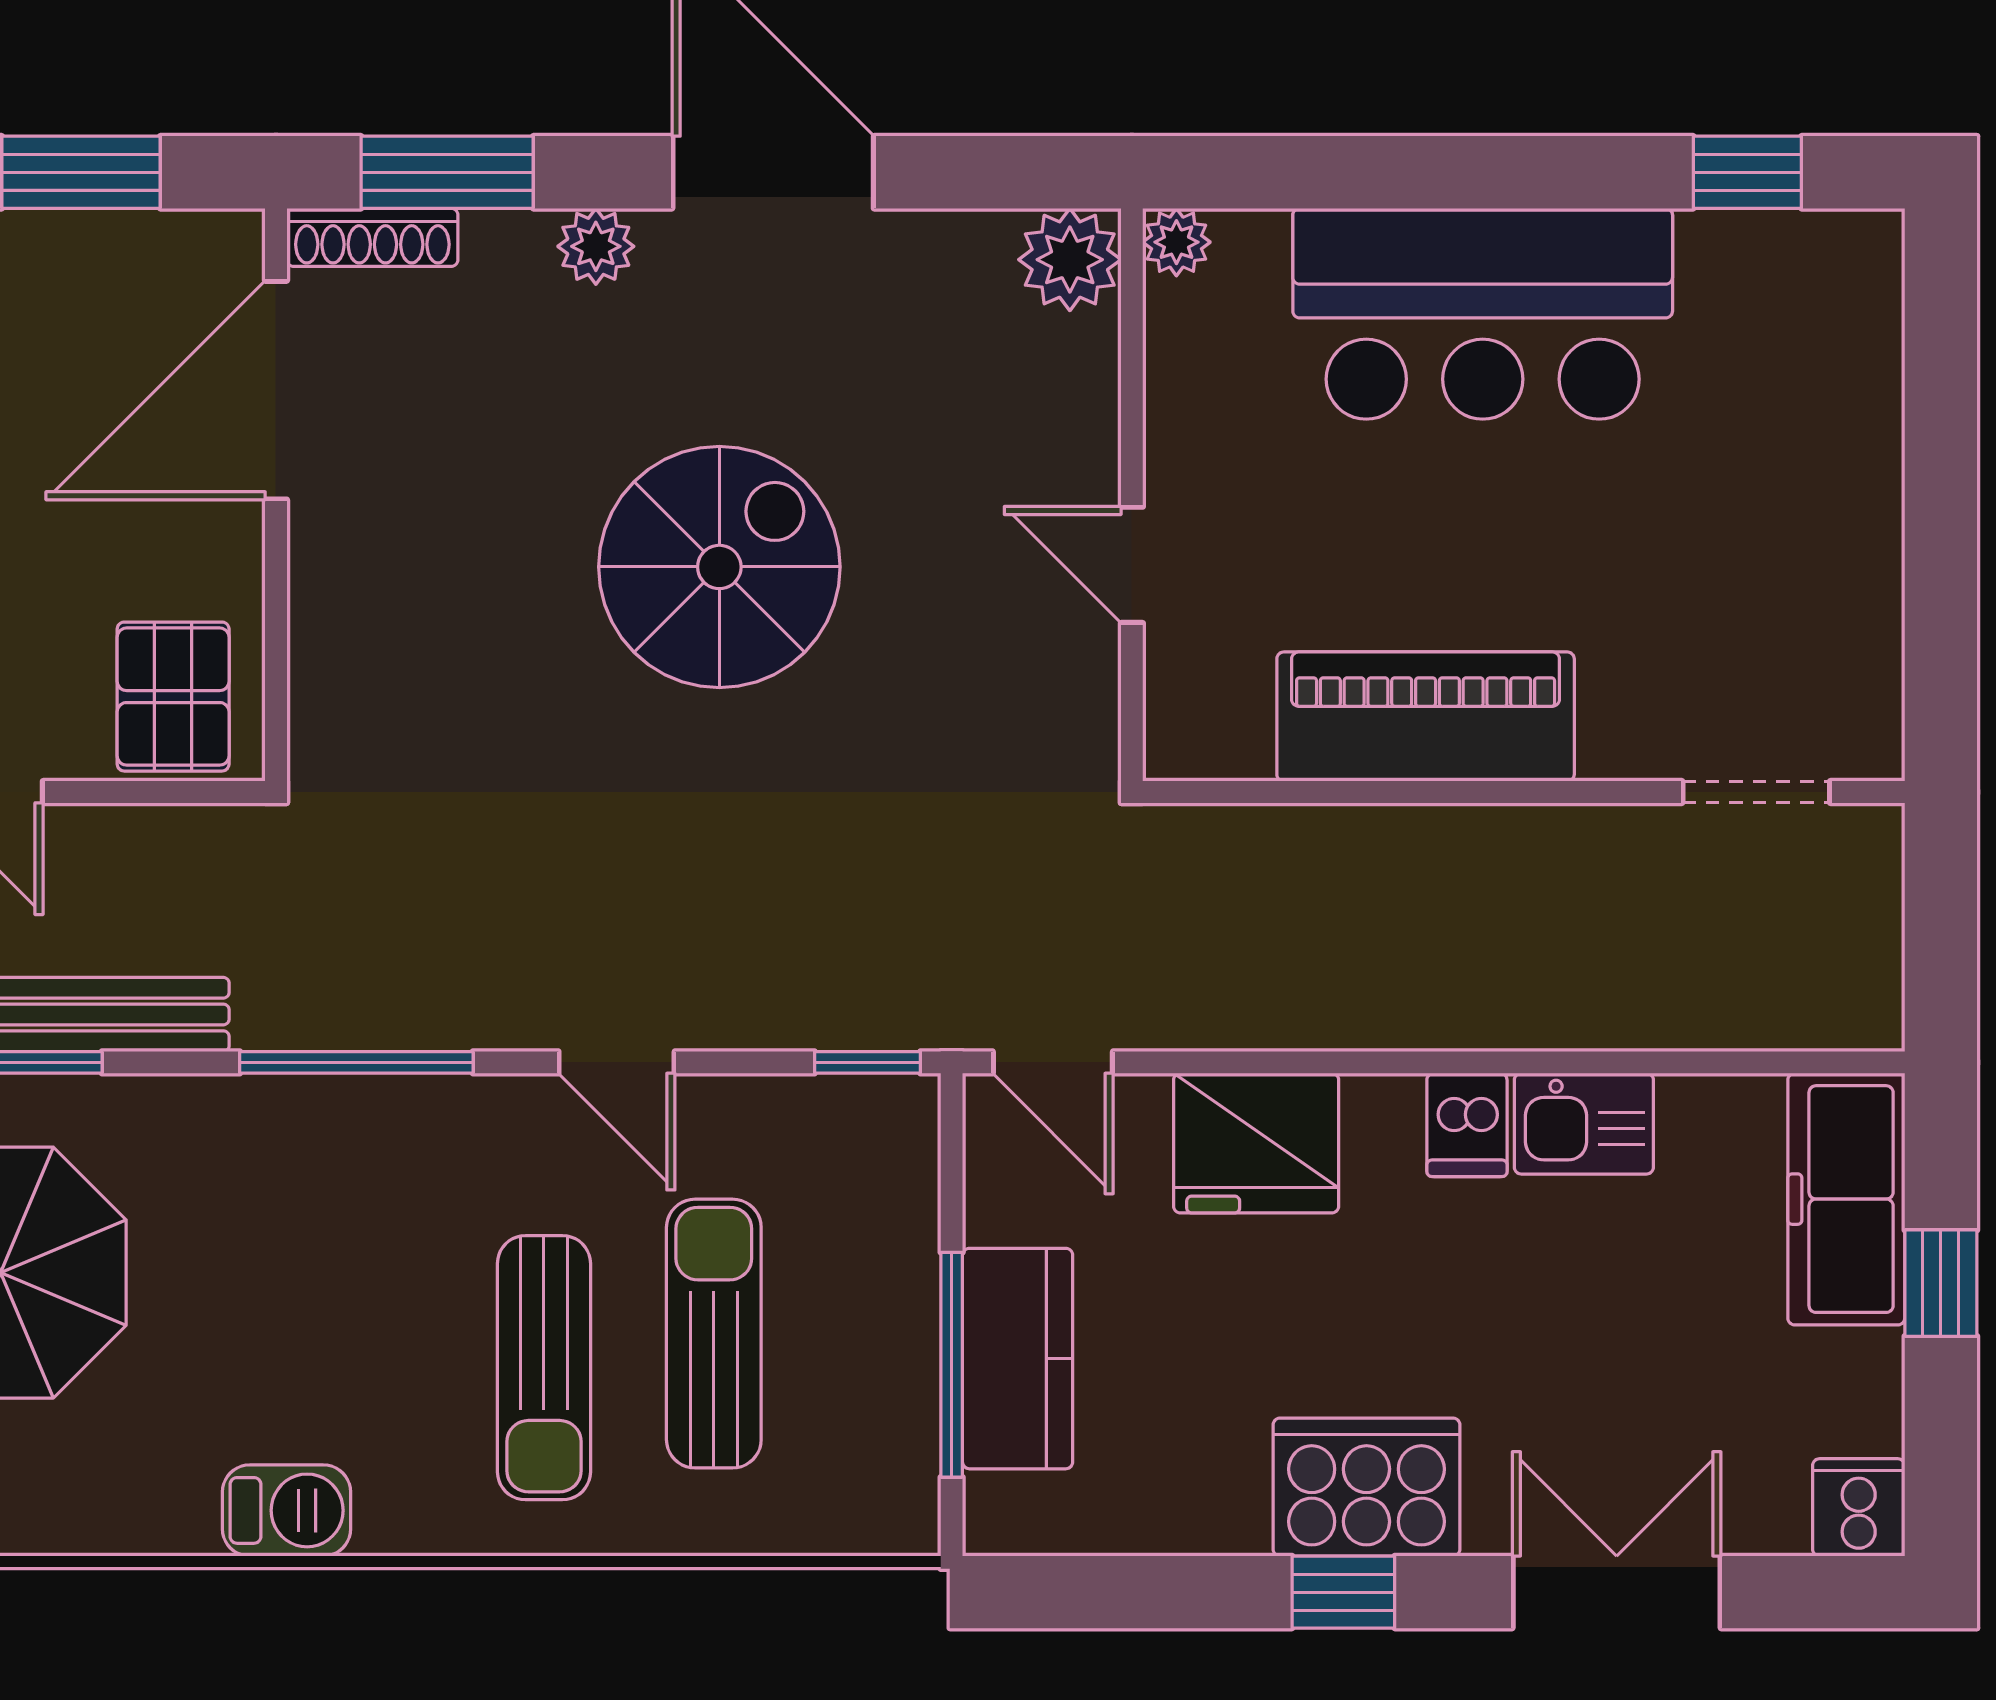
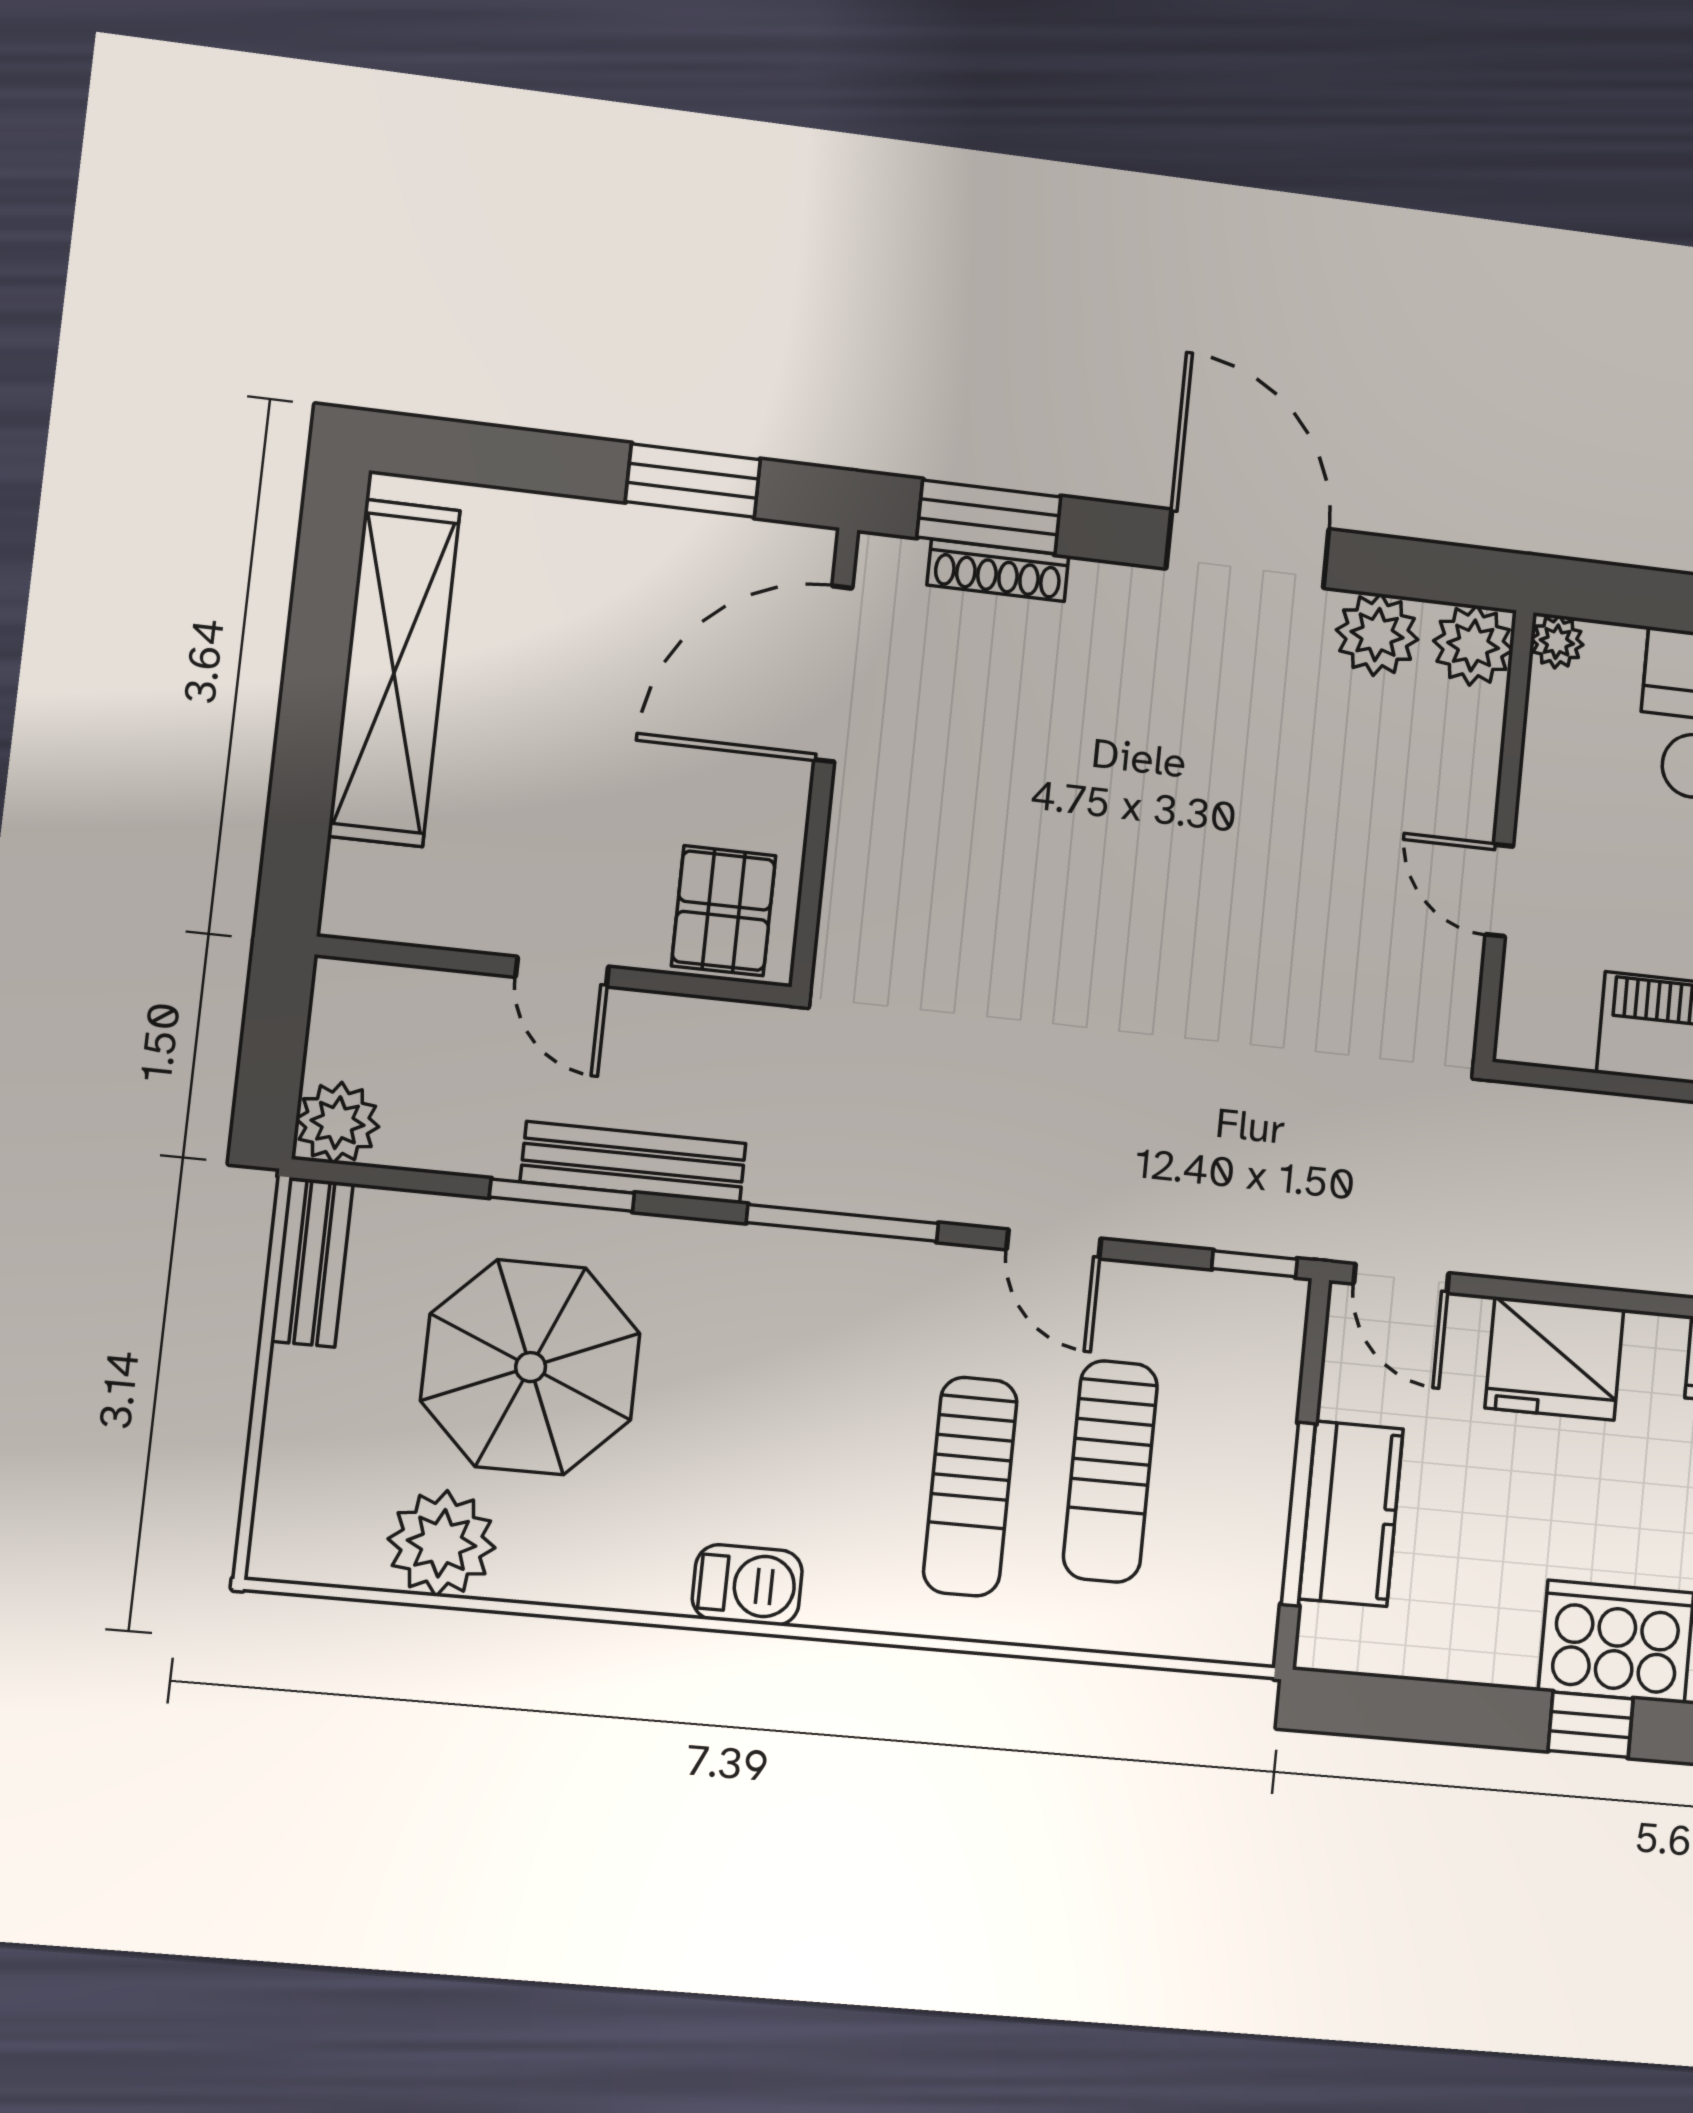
shoe rack: (372, 237) -> (998, 570), moved
plant: (596, 246) -> (1377, 635), moved, width x1.38, depth x1.38
spiral stairs: (719, 567) -> (1175, 856), removed
sun lounger: (714, 1334) -> (1110, 1471), turned 180

